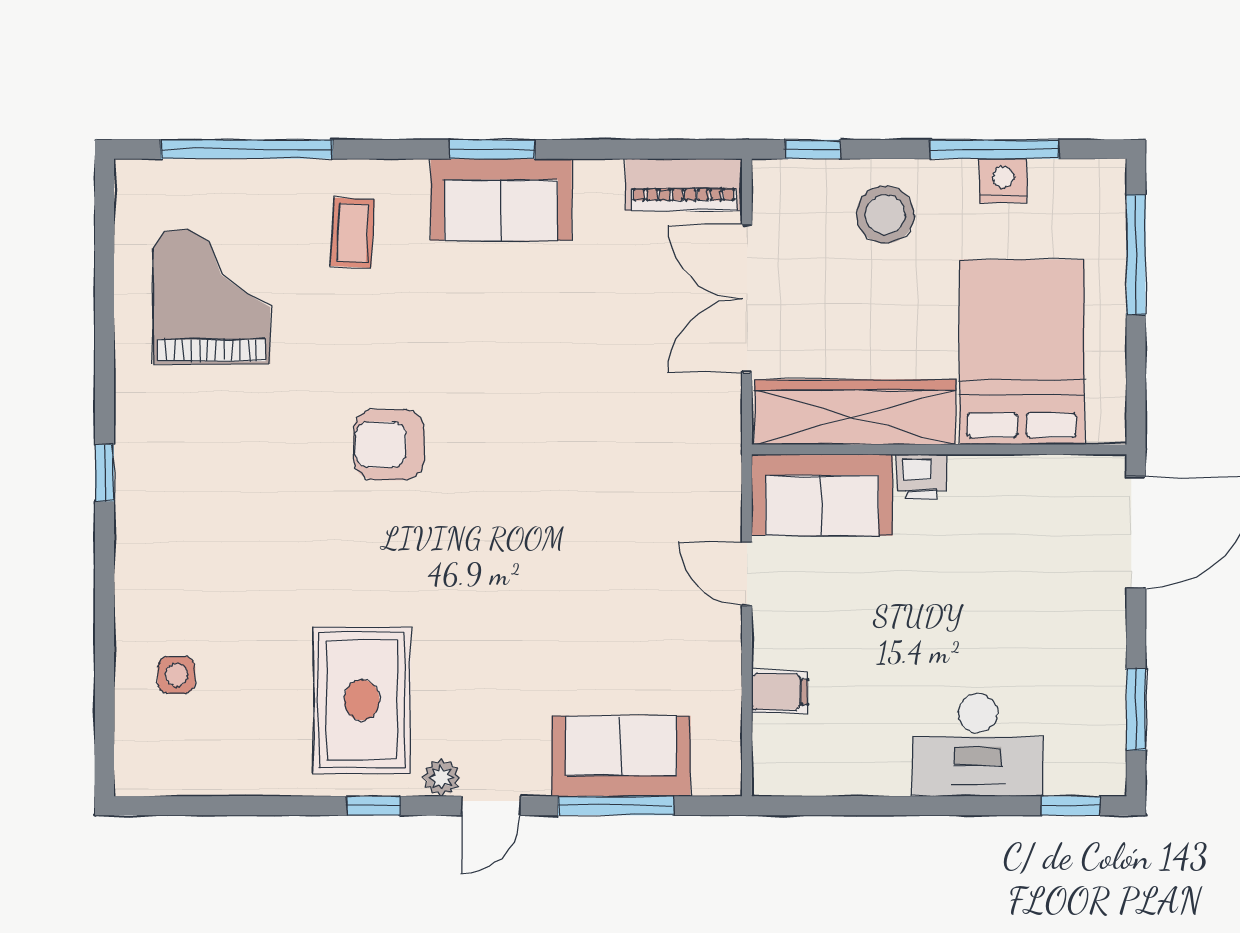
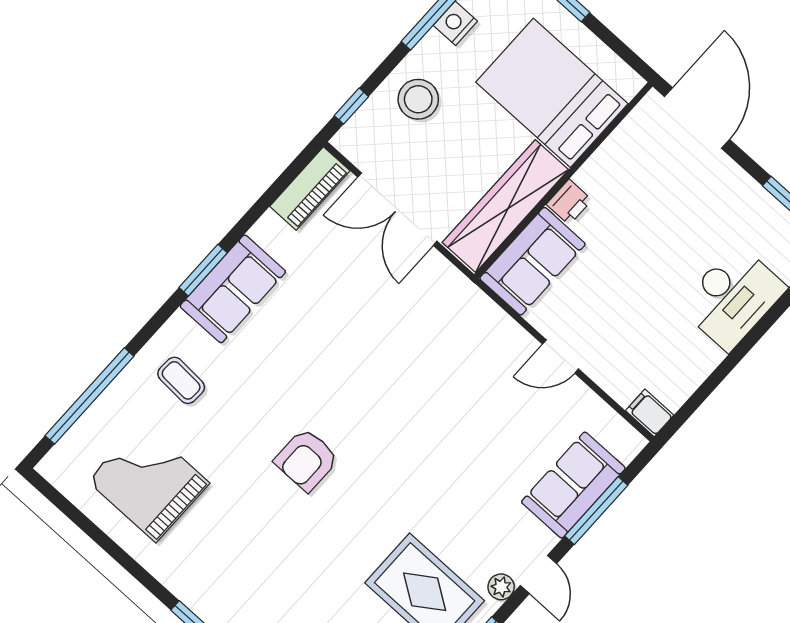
door: (747, 574) -> (561, 357), moved
filing cabinet: (780, 692) -> (650, 413), moved, turned -90

